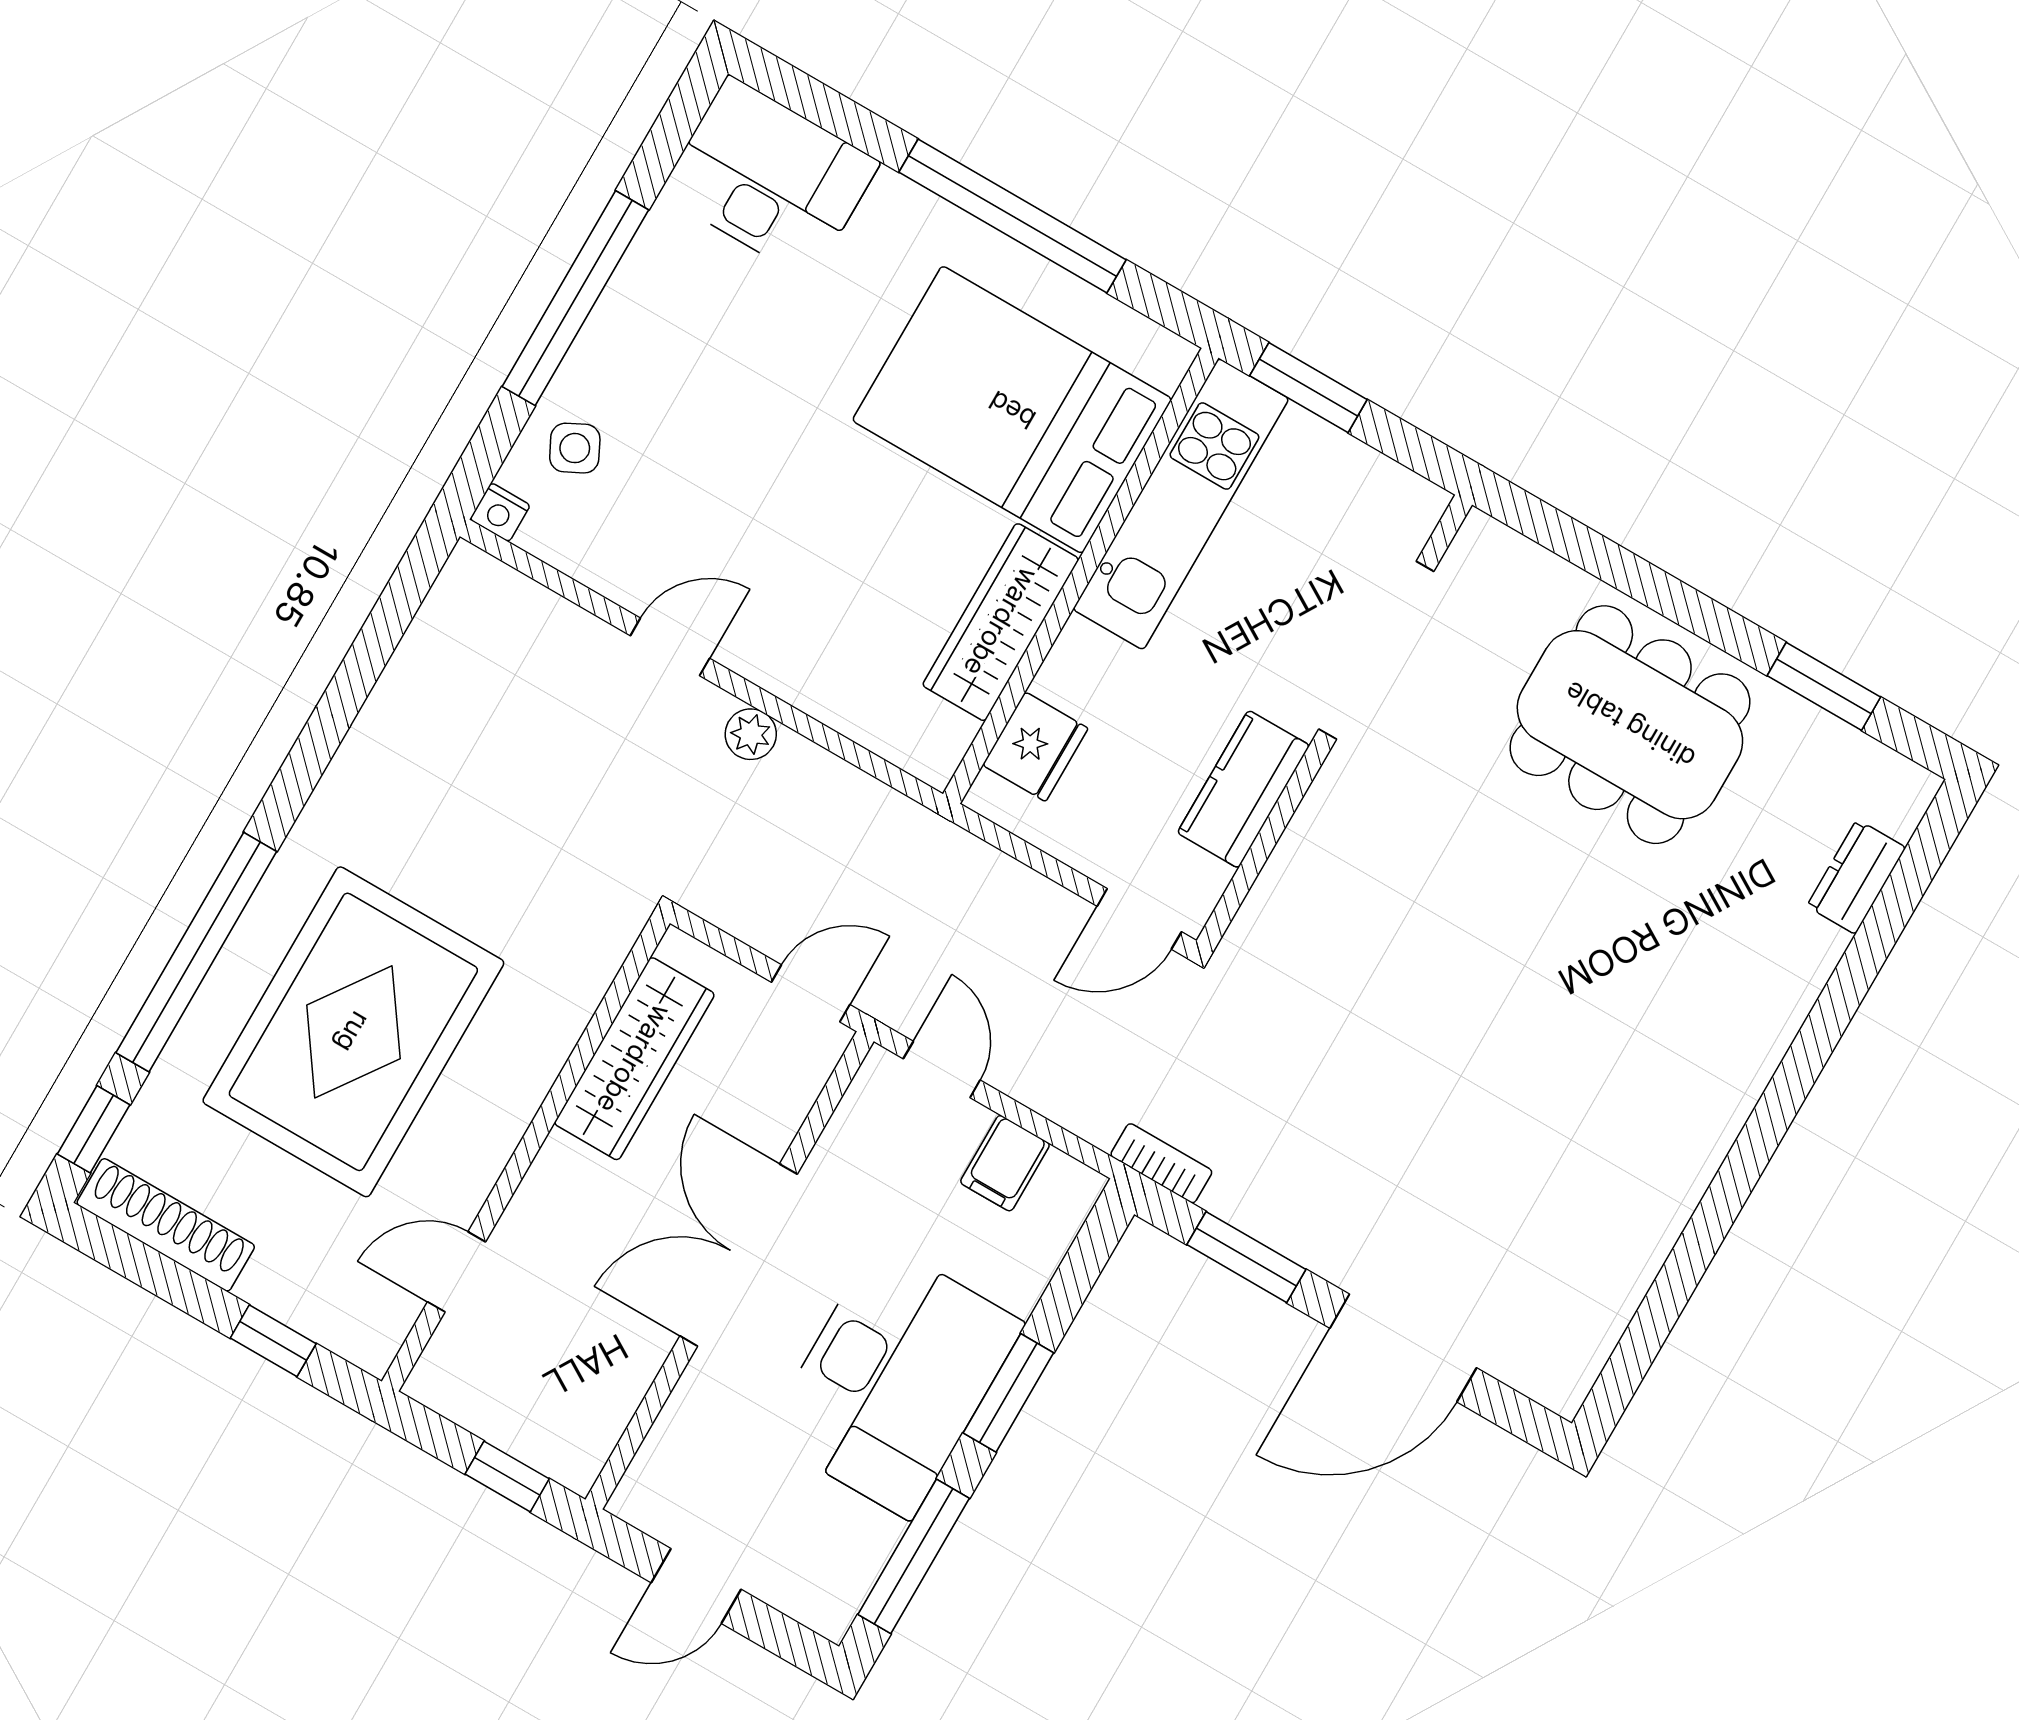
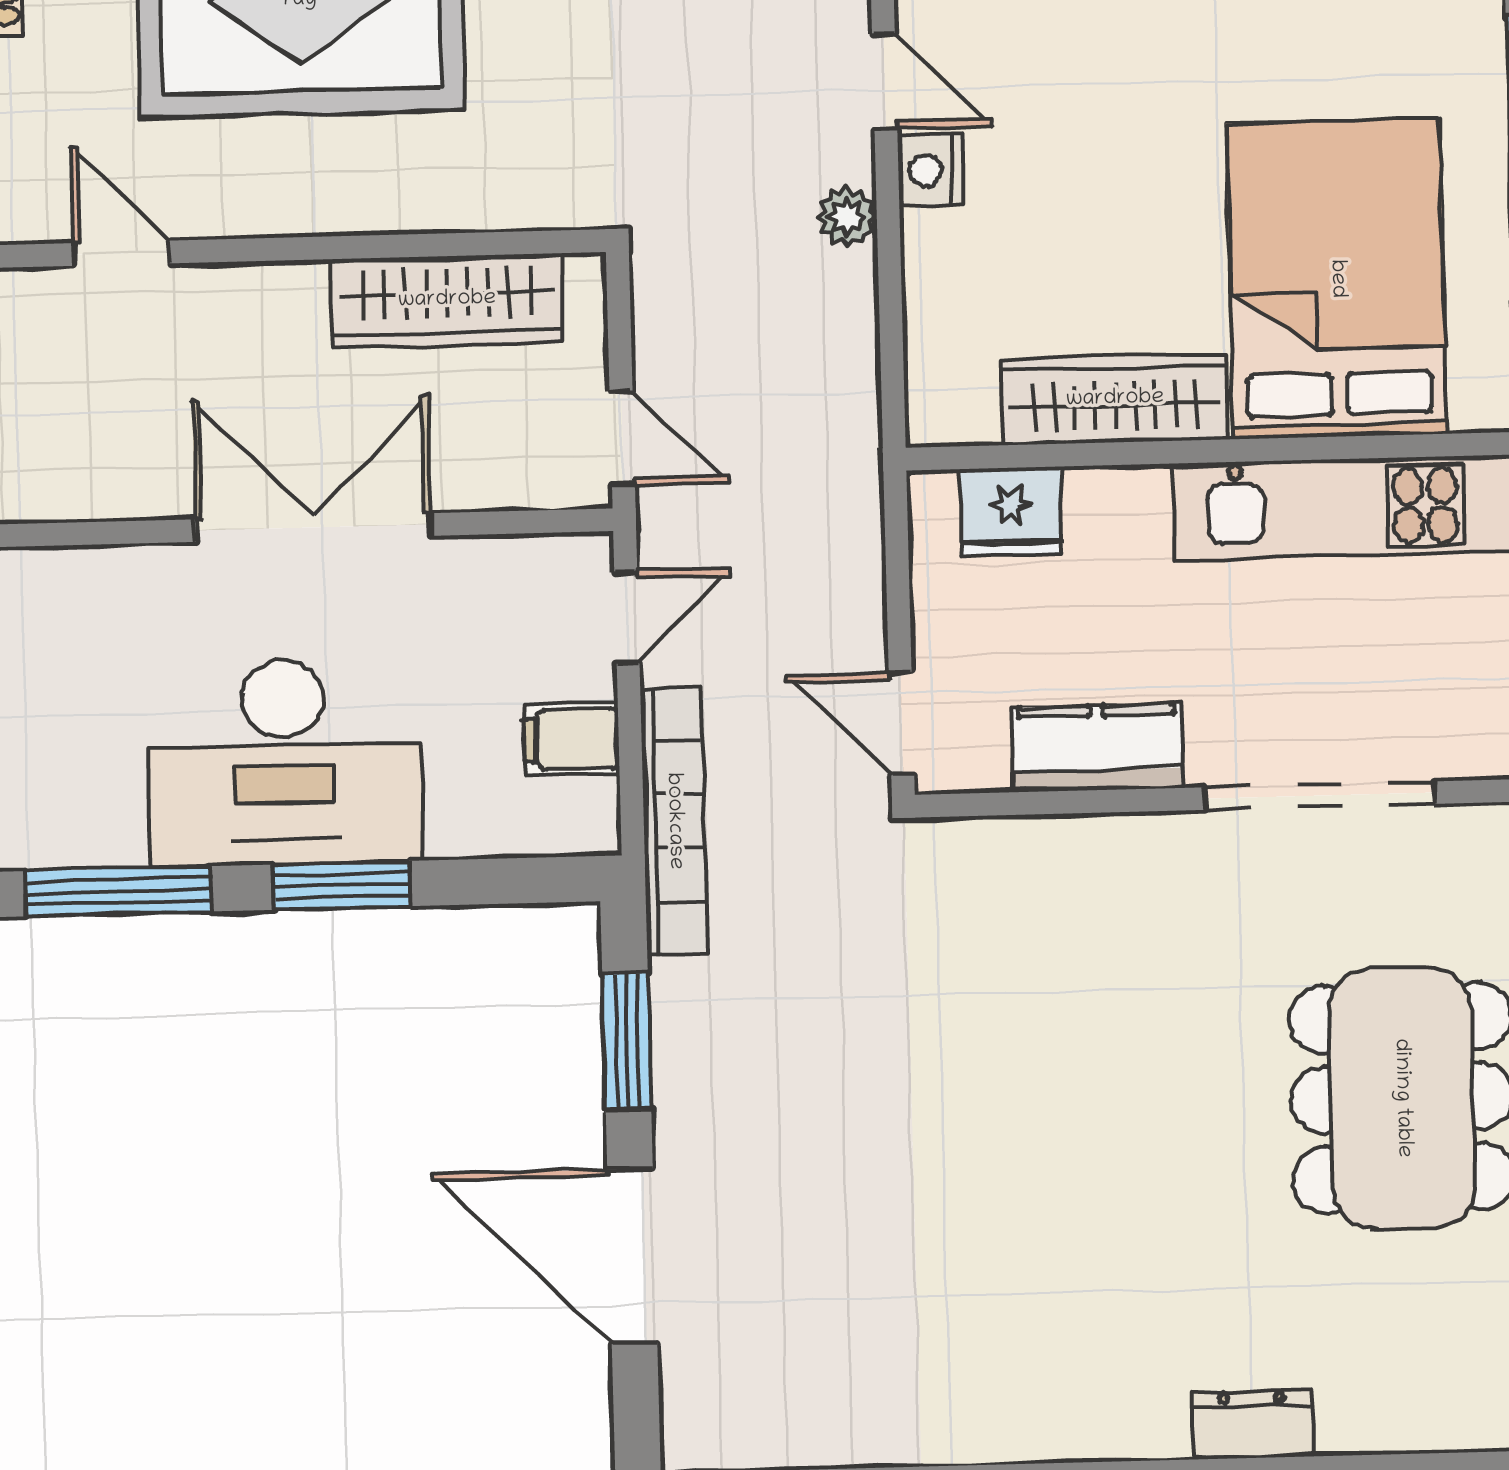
nightstand: (755, 653) -> (931, 171), added
dresser: (1856, 877) -> (1252, 1424), moved
bookcase: (1161, 1163) -> (674, 821), width x2.31, depth x1.31

